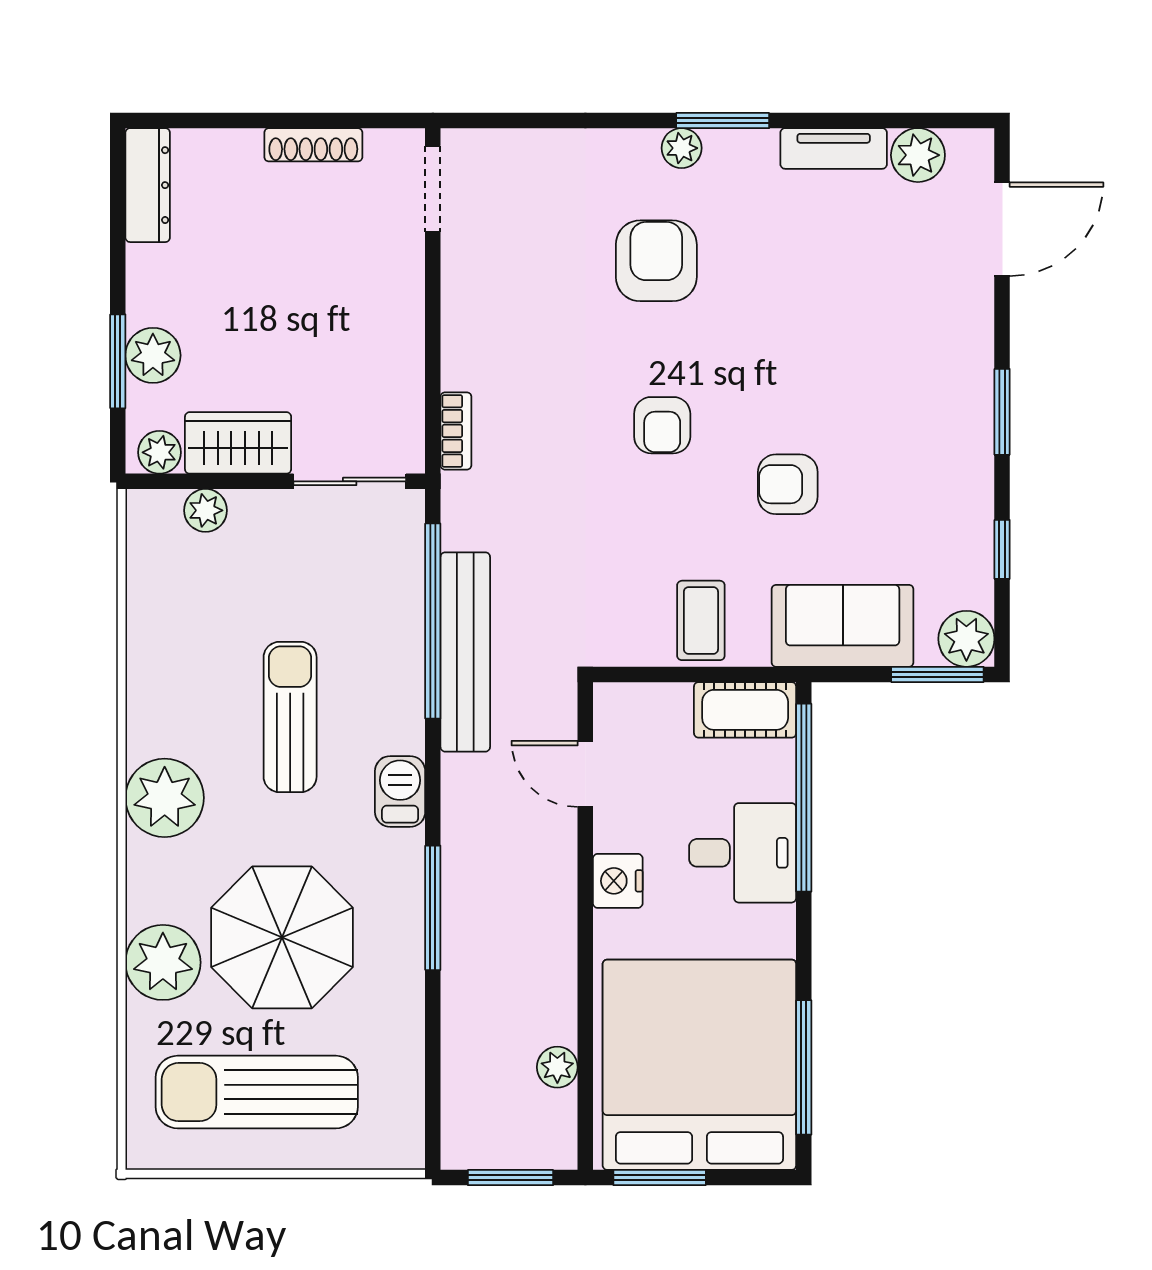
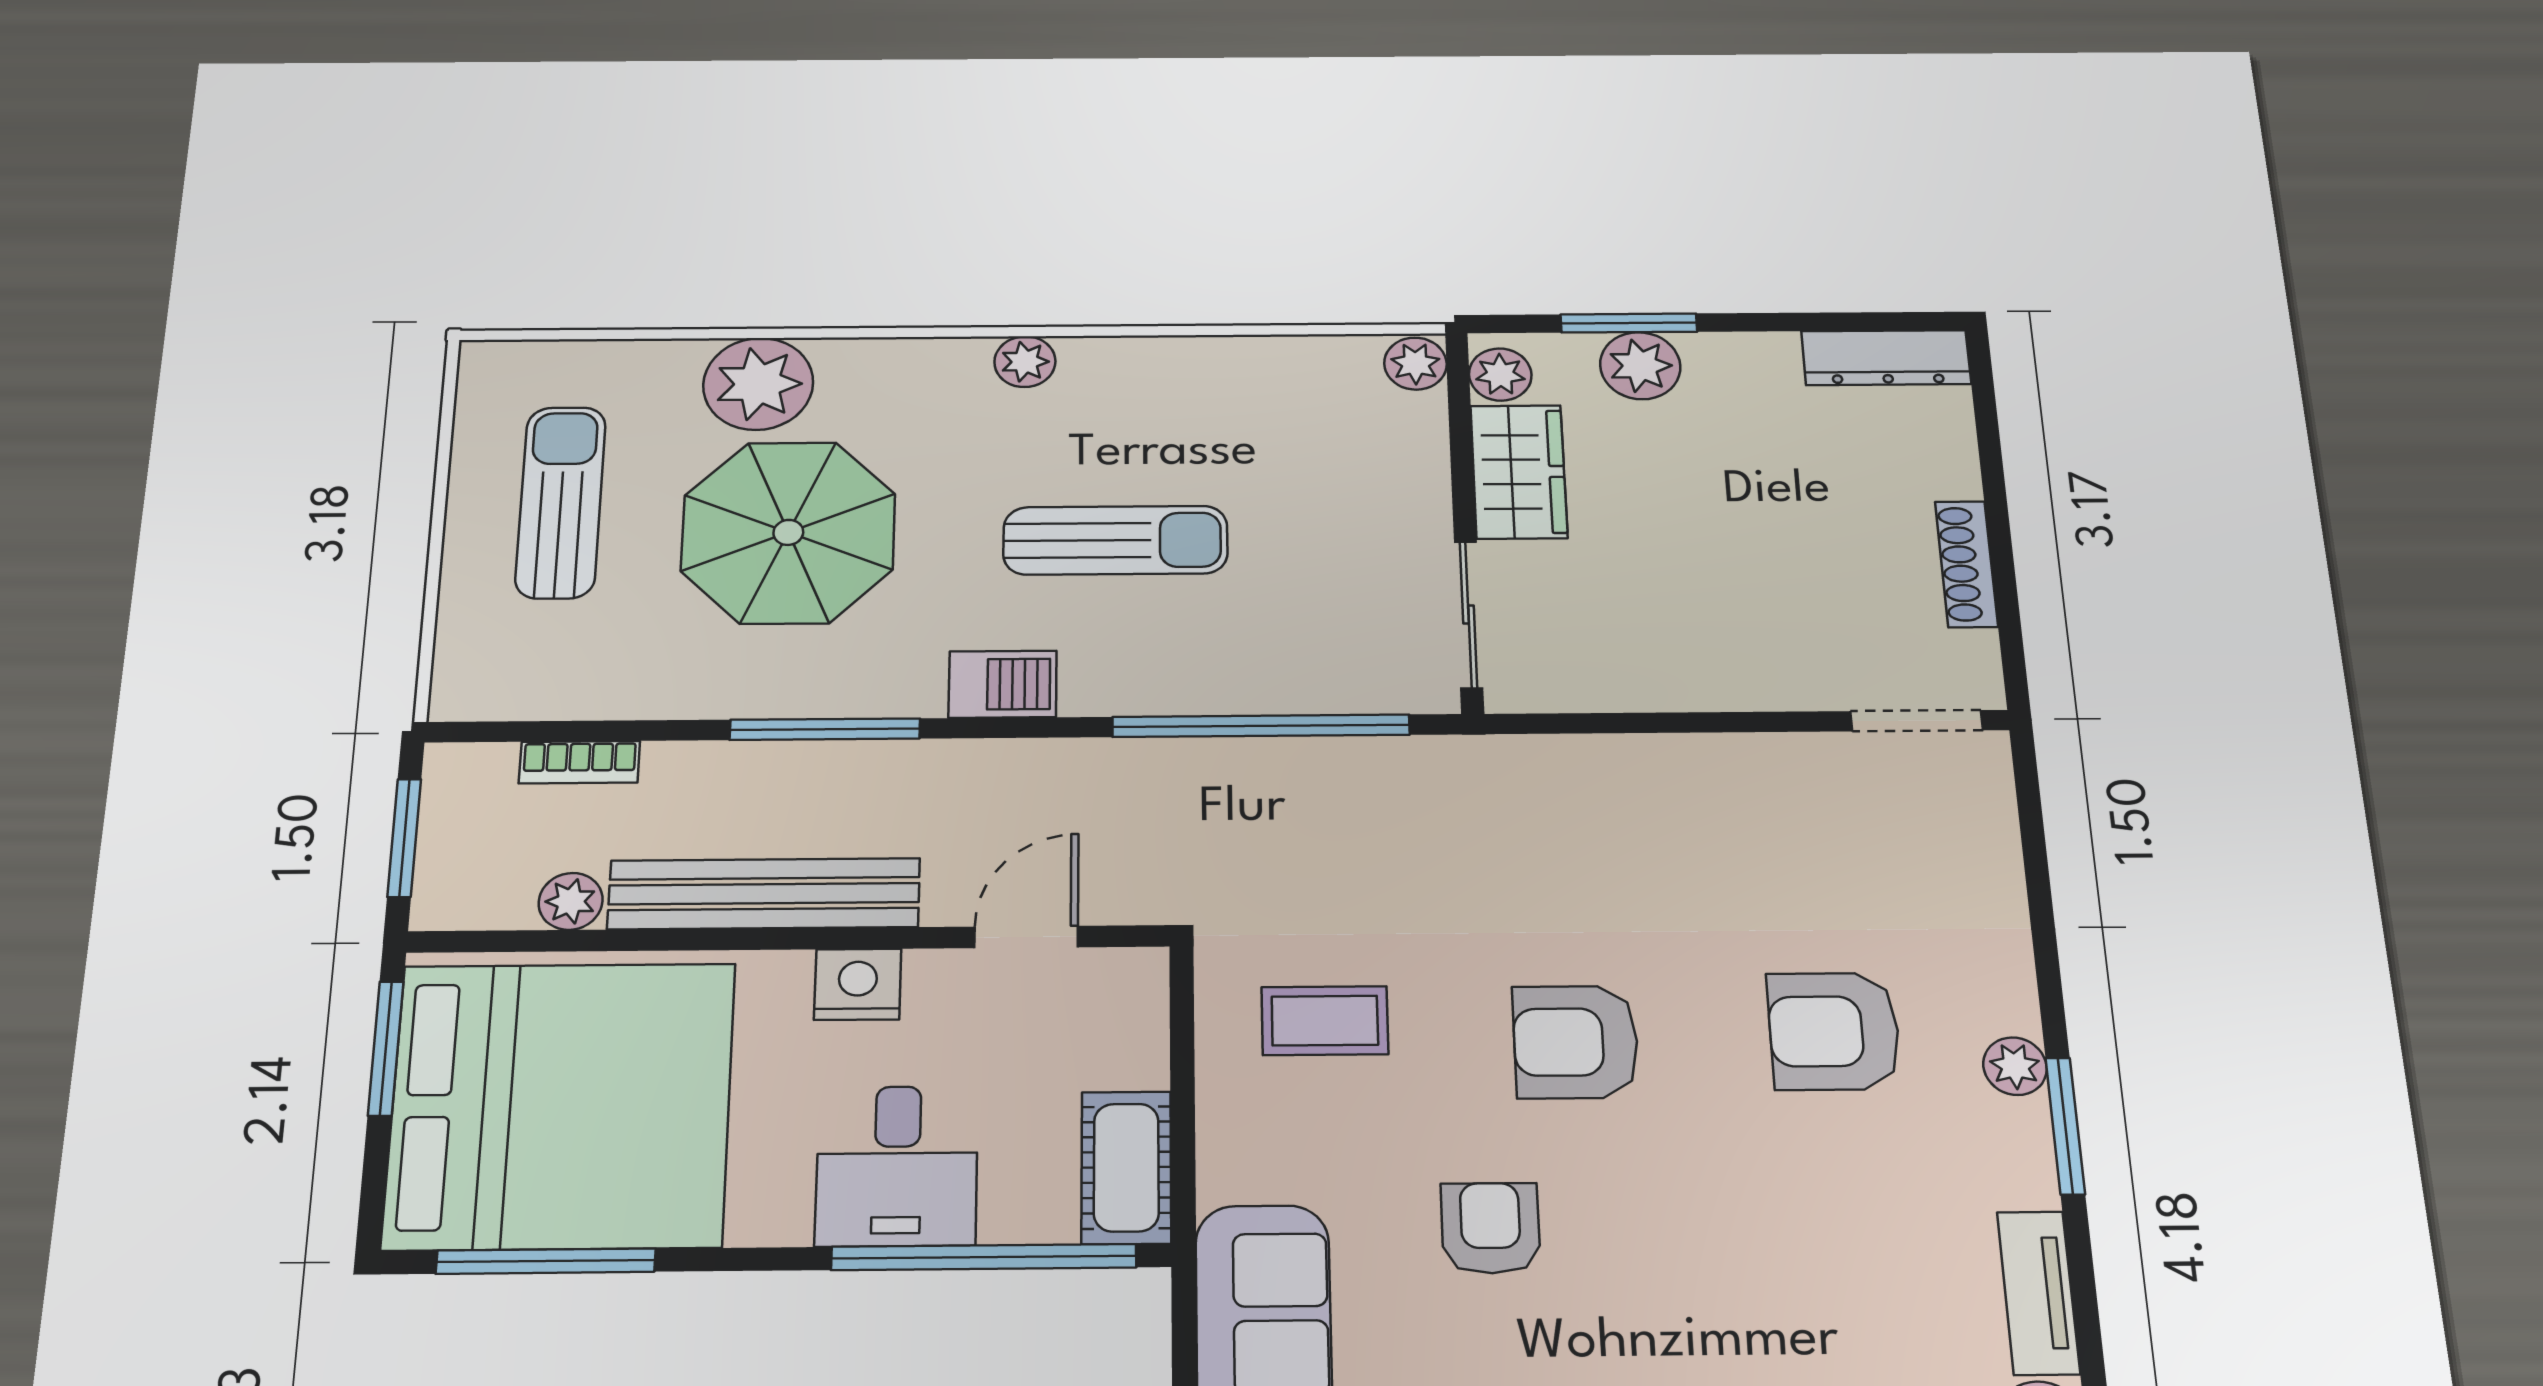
armchair: (656, 261) -> (1834, 1031), turned 180
armchair: (662, 425) -> (1576, 1042), width x1.38, depth x1.38
bookcase: (456, 431) -> (580, 762), moved
plant: (206, 510) -> (1415, 364), moved
coffee table: (701, 620) -> (1325, 1021), moved
bench: (465, 652) -> (764, 894), moved
plant: (165, 798) -> (1025, 362), width x0.53, depth x0.53
sun lounger: (257, 1092) -> (561, 502), width x0.73, depth x0.75

